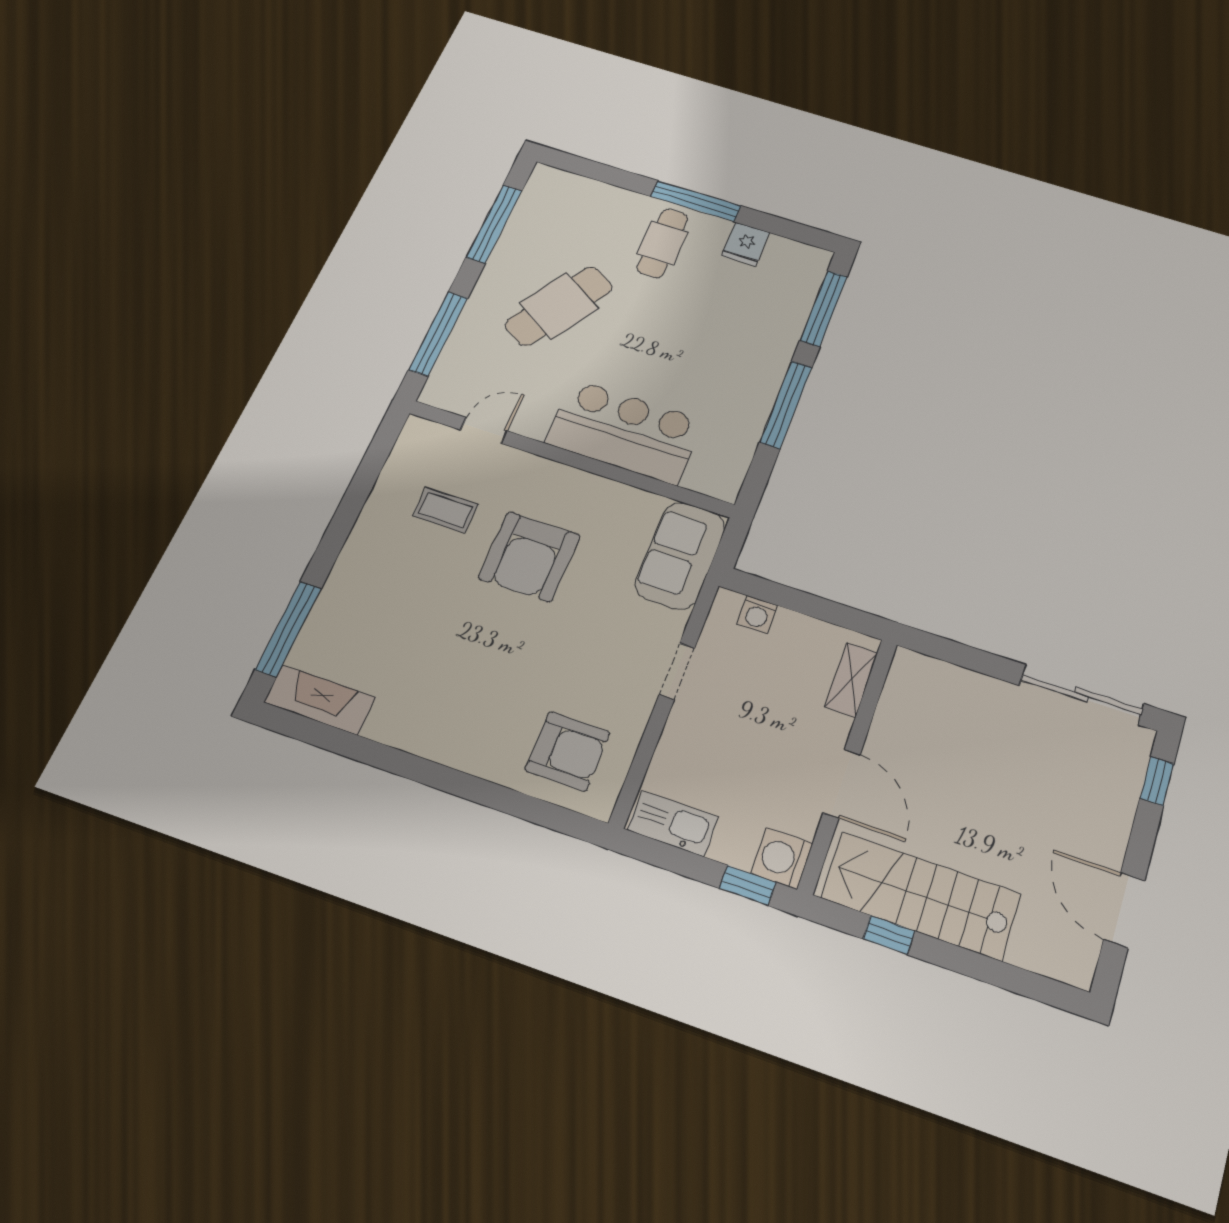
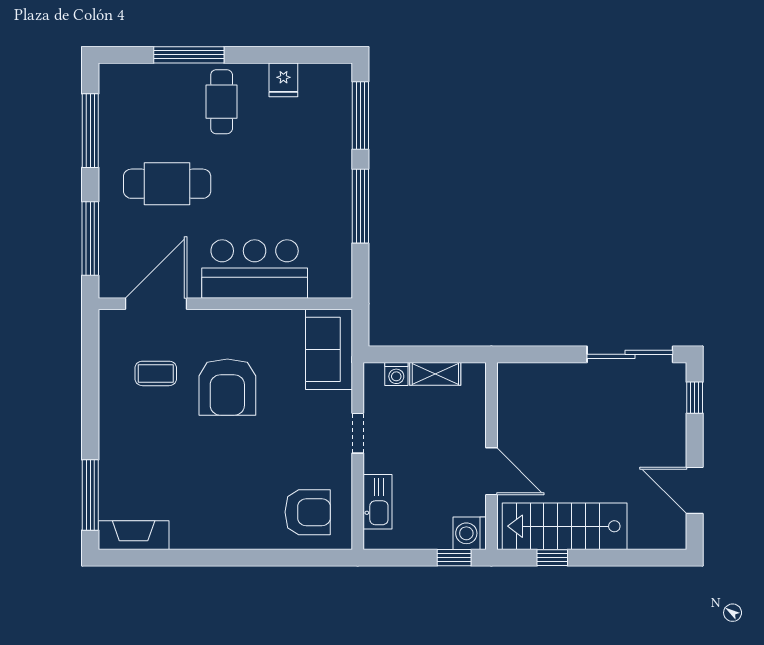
window: (696, 201) -> (189, 55), moved
cafe table: (559, 306) -> (167, 184), turned 59
door: (484, 430) -> (156, 304), width x1.87
shelving: (851, 680) -> (435, 374), moved, turned 90
kitchen sink: (673, 823) -> (377, 502), moved, turned 90

